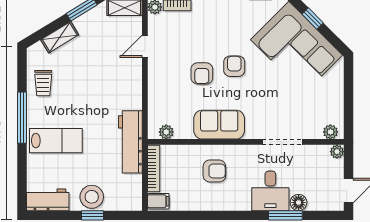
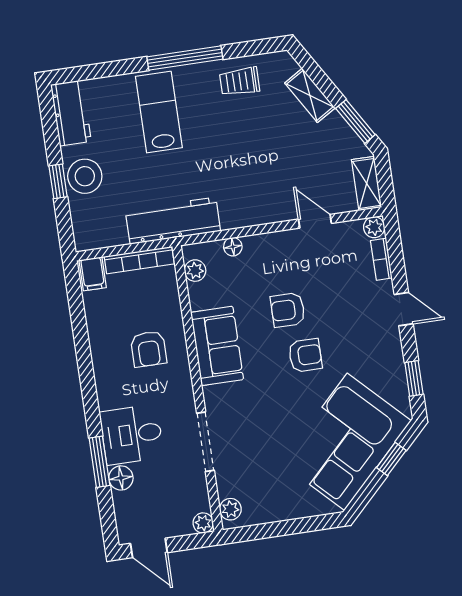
floor lamp: (154, 104) -> (233, 247), added
lab bench: (56, 141) -> (159, 112), turned 180

